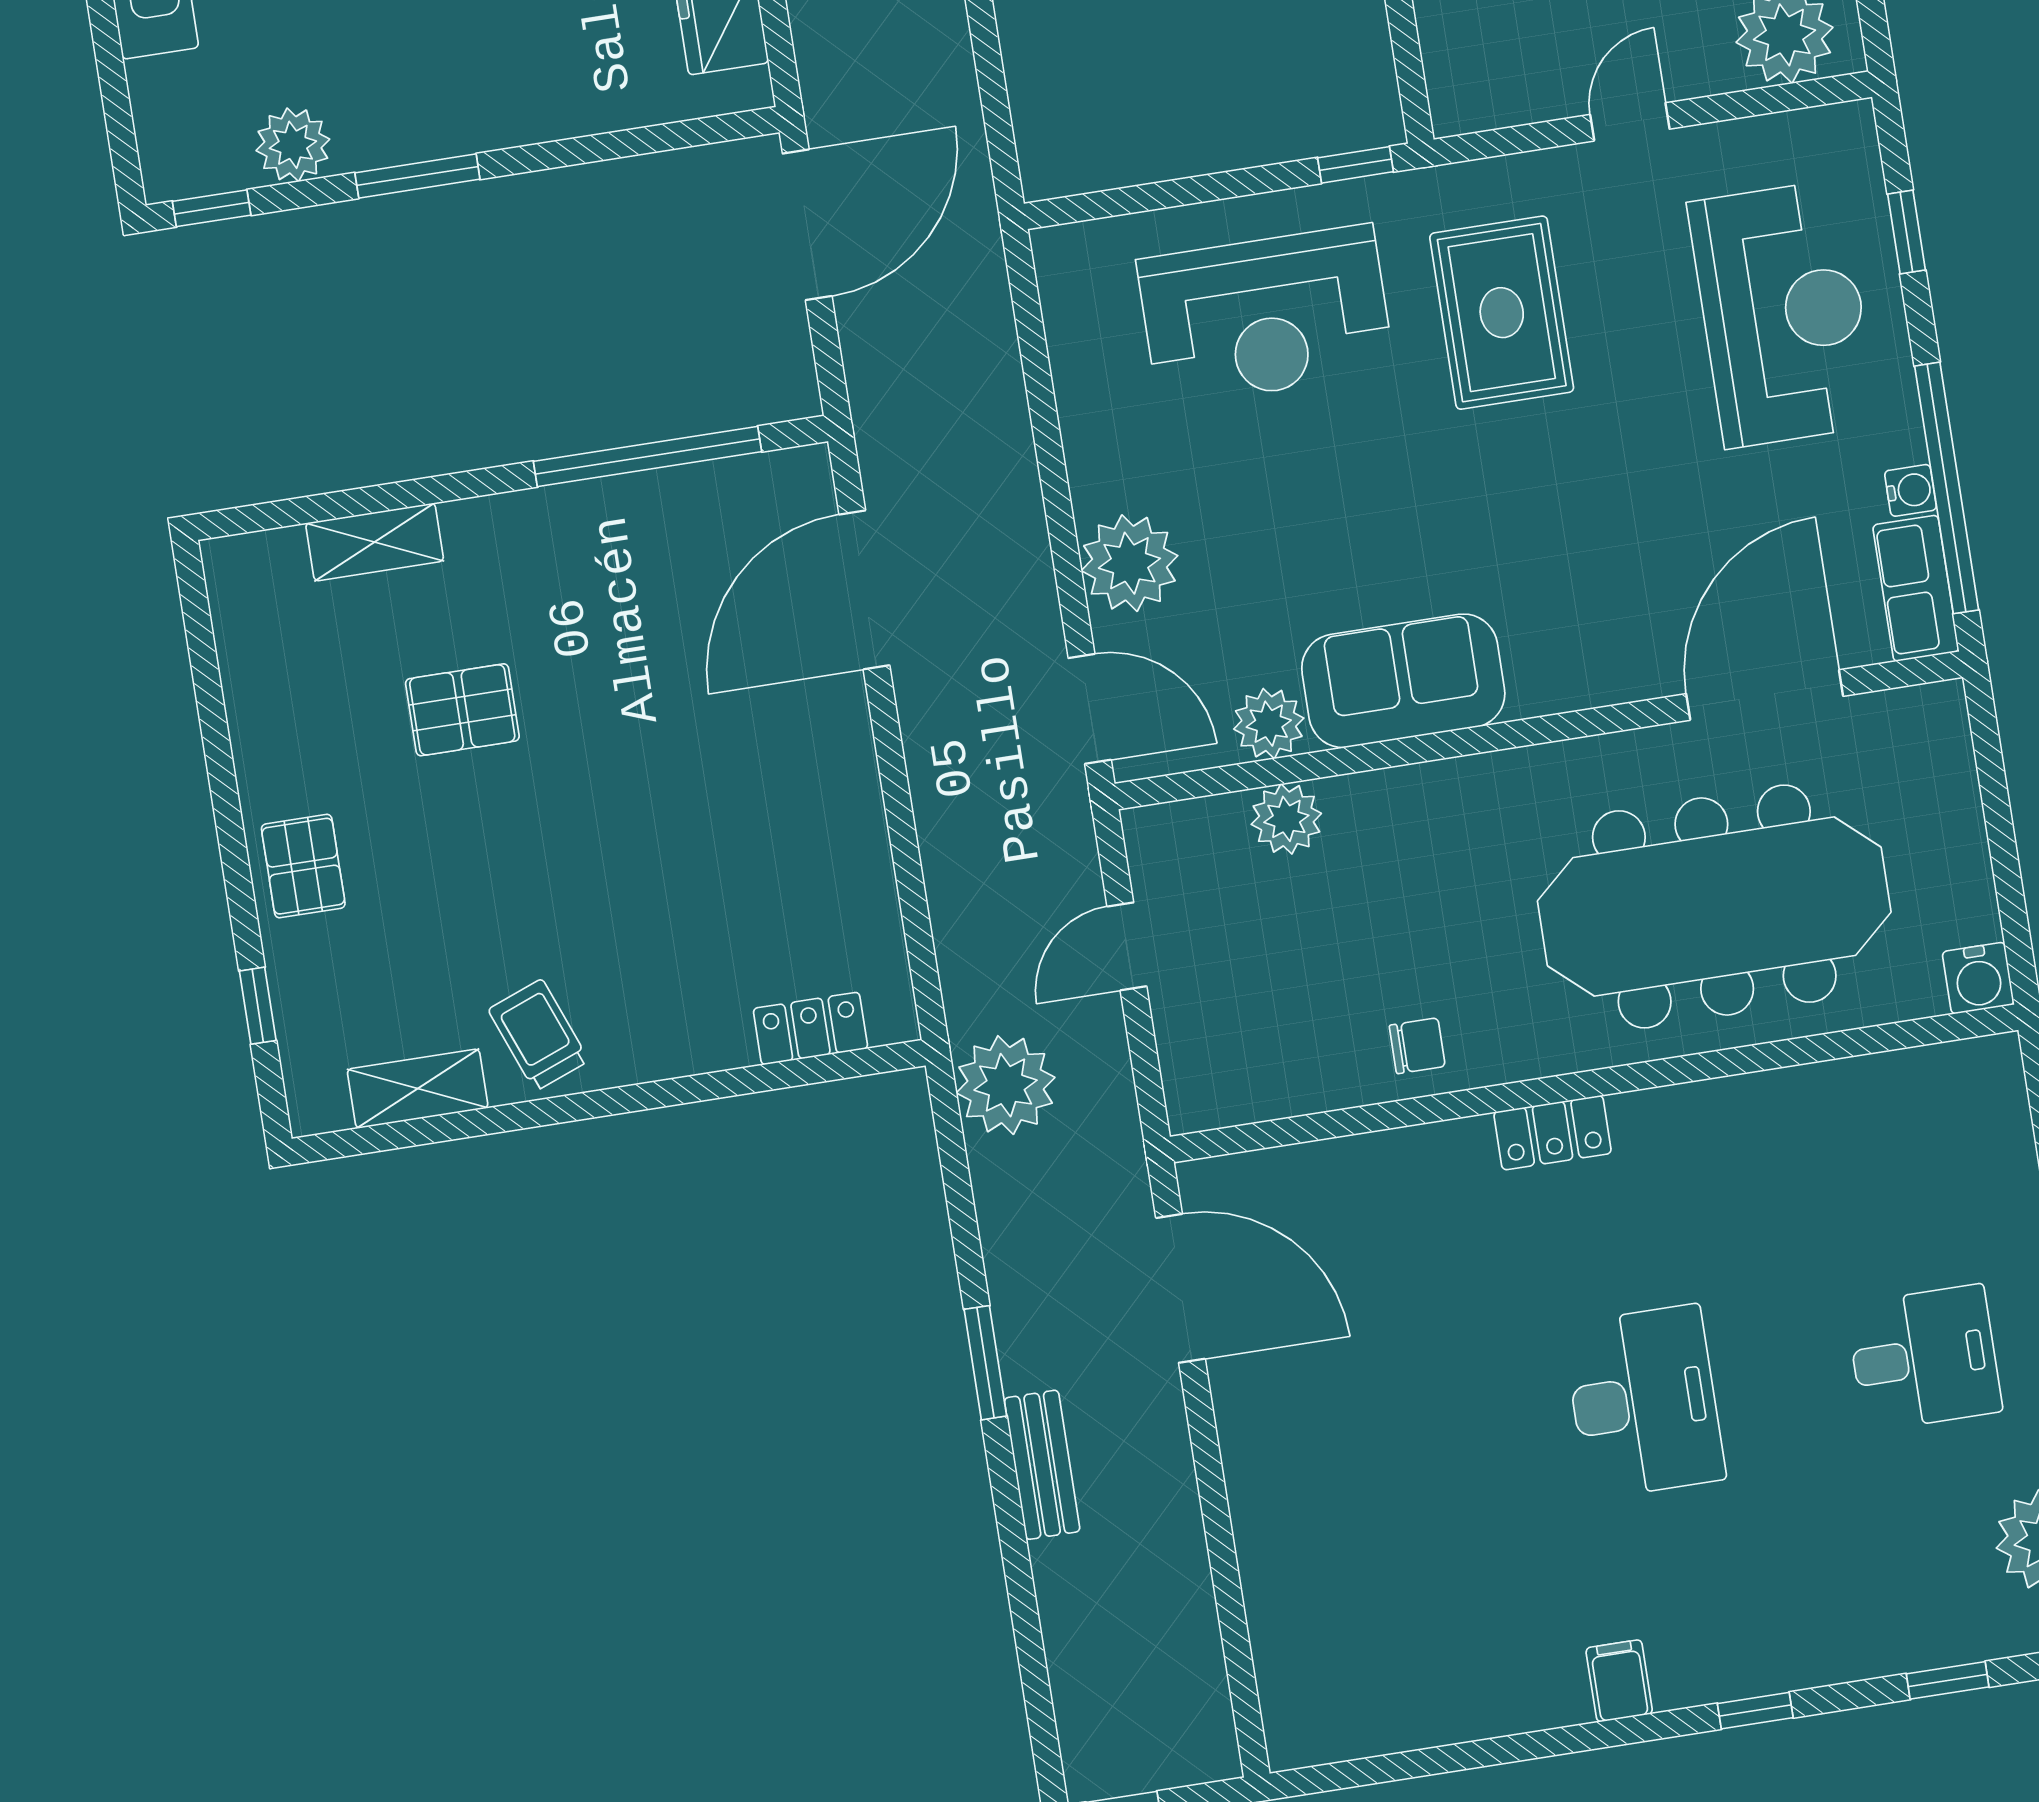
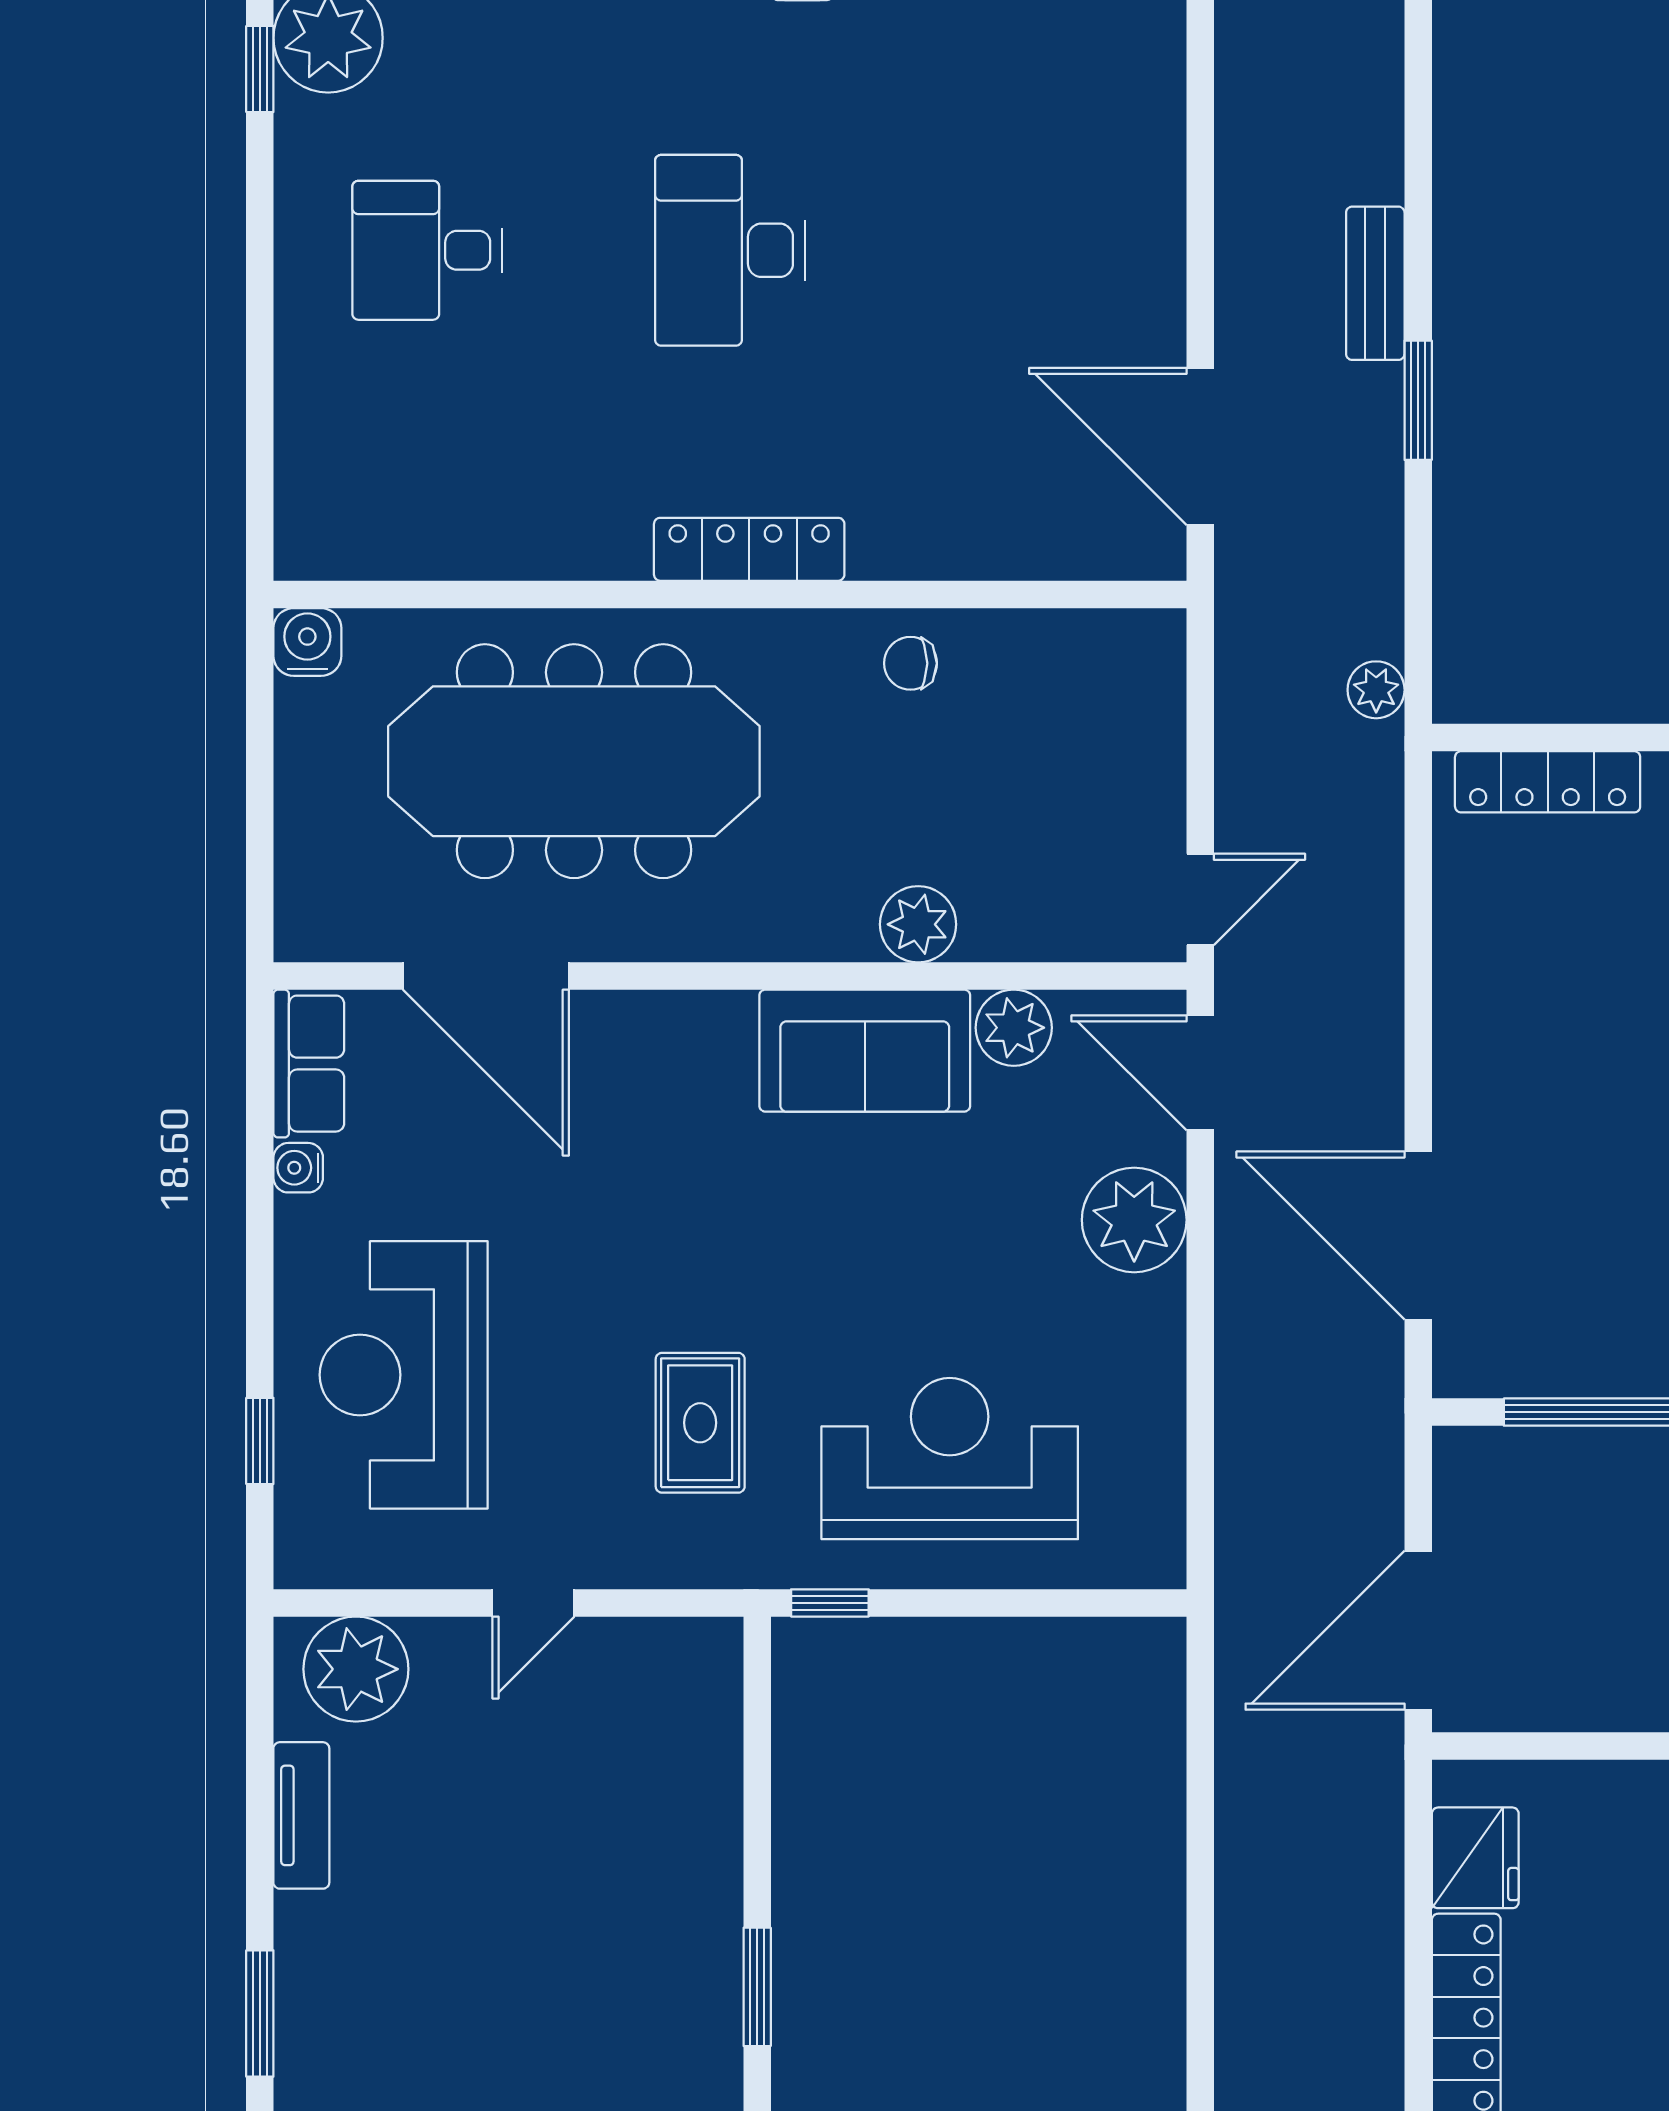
rug: (1502, 313) -> (700, 1423), width x0.73, depth x0.70
window: (1947, 488) -> (260, 1164), removed
door: (864, 590) -> (1418, 1236), swing flipped
door: (1765, 695) -> (486, 976), hinge flipped
plant: (1286, 819) -> (918, 924), moved
door: (1127, 946) -> (1200, 899), moved
locker: (810, 1028) -> (1548, 782), width x1.53
plant: (1006, 1085) -> (1376, 690), width x0.53, depth x0.53
locker: (1553, 1133) -> (749, 549), width x1.53

